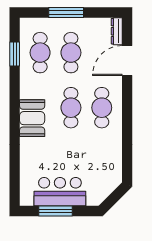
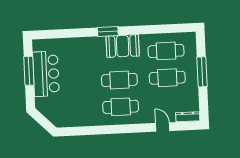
window: (15, 54) -> (108, 32), moved
door: (127, 61) -> (163, 127), width x0.53
booth: (32, 118) -> (123, 46), moved

